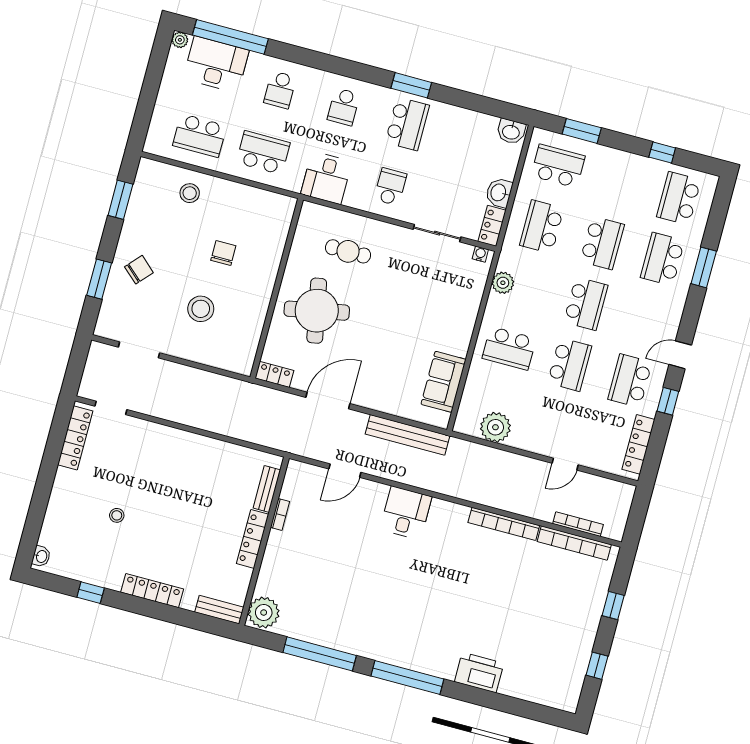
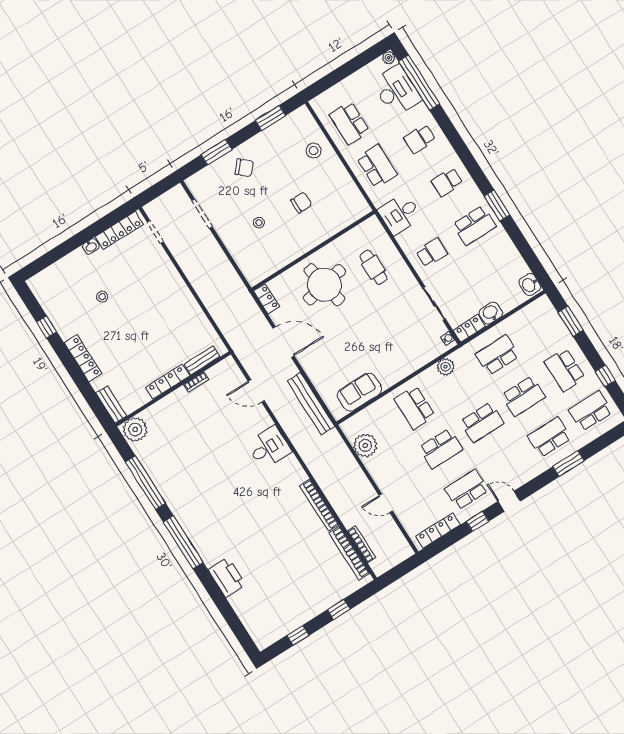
school desk: (558, 166) -> (565, 370), moved, turned 180
stool: (201, 309) -> (259, 223), width x0.53, depth x0.53
washbasin: (41, 556) -> (91, 246), moved

